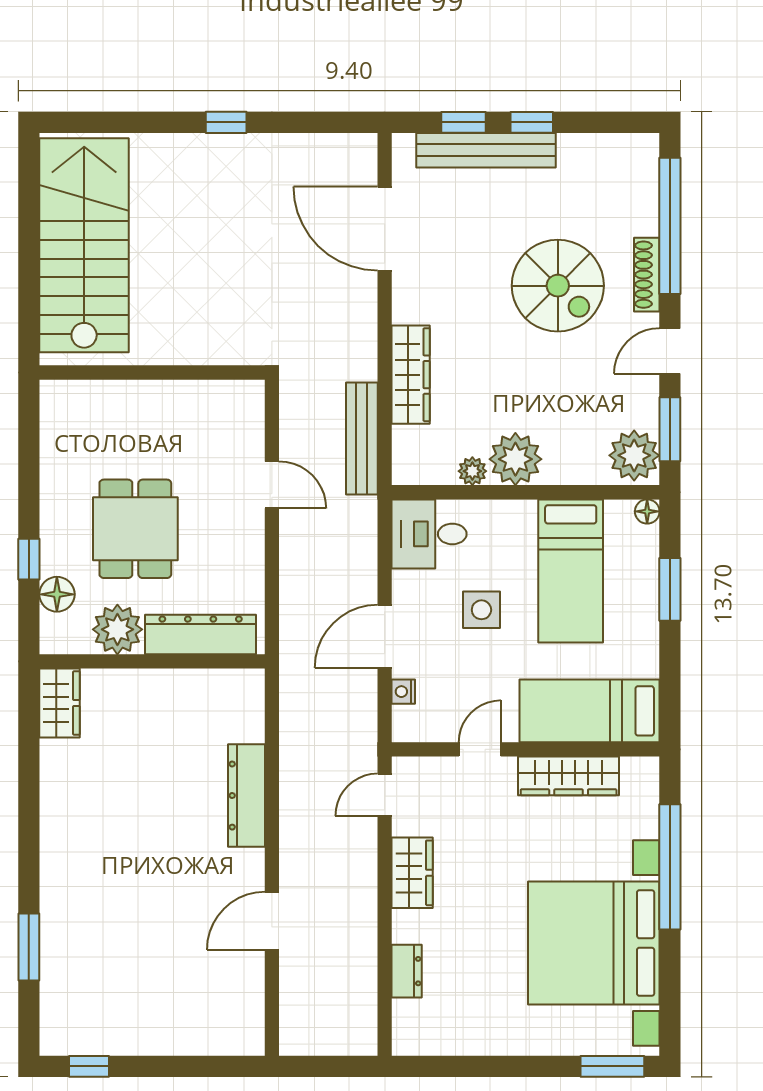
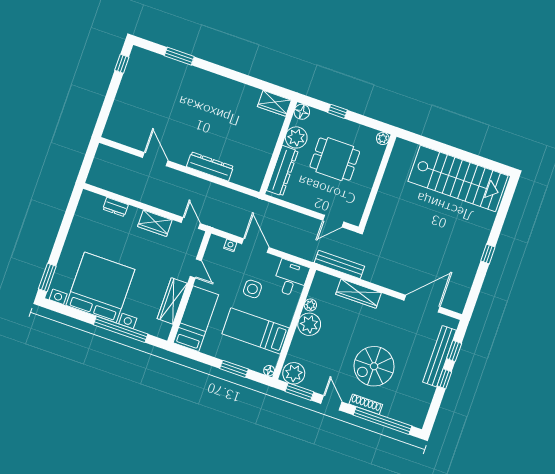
wall: (152, 372) -> (378, 182), moved
plant: (54, 440) -> (383, 138), added
floor lamp: (57, 594) -> (302, 112), moved

